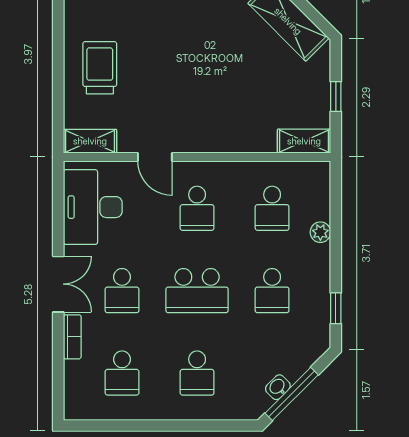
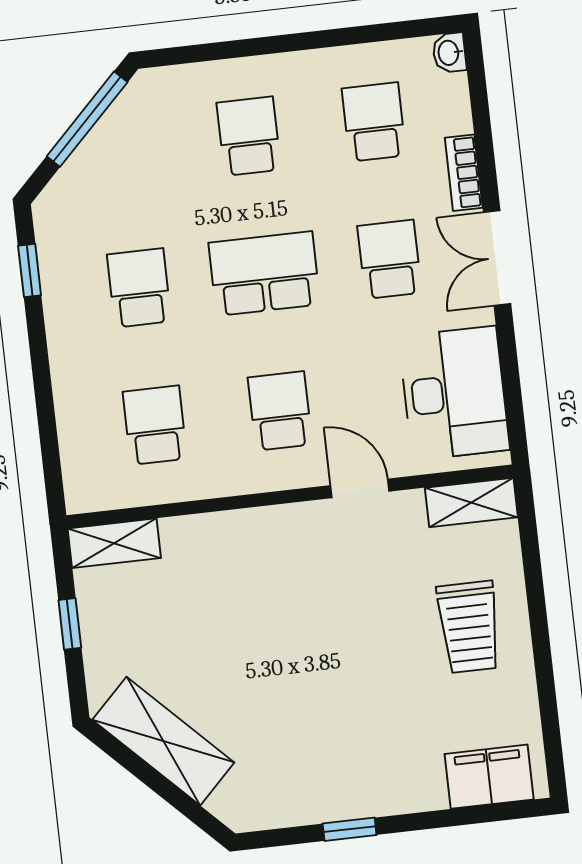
plant: (320, 232) -> (70, 394), removed
washbasin: (278, 387) -> (449, 53), moved, turned 135

